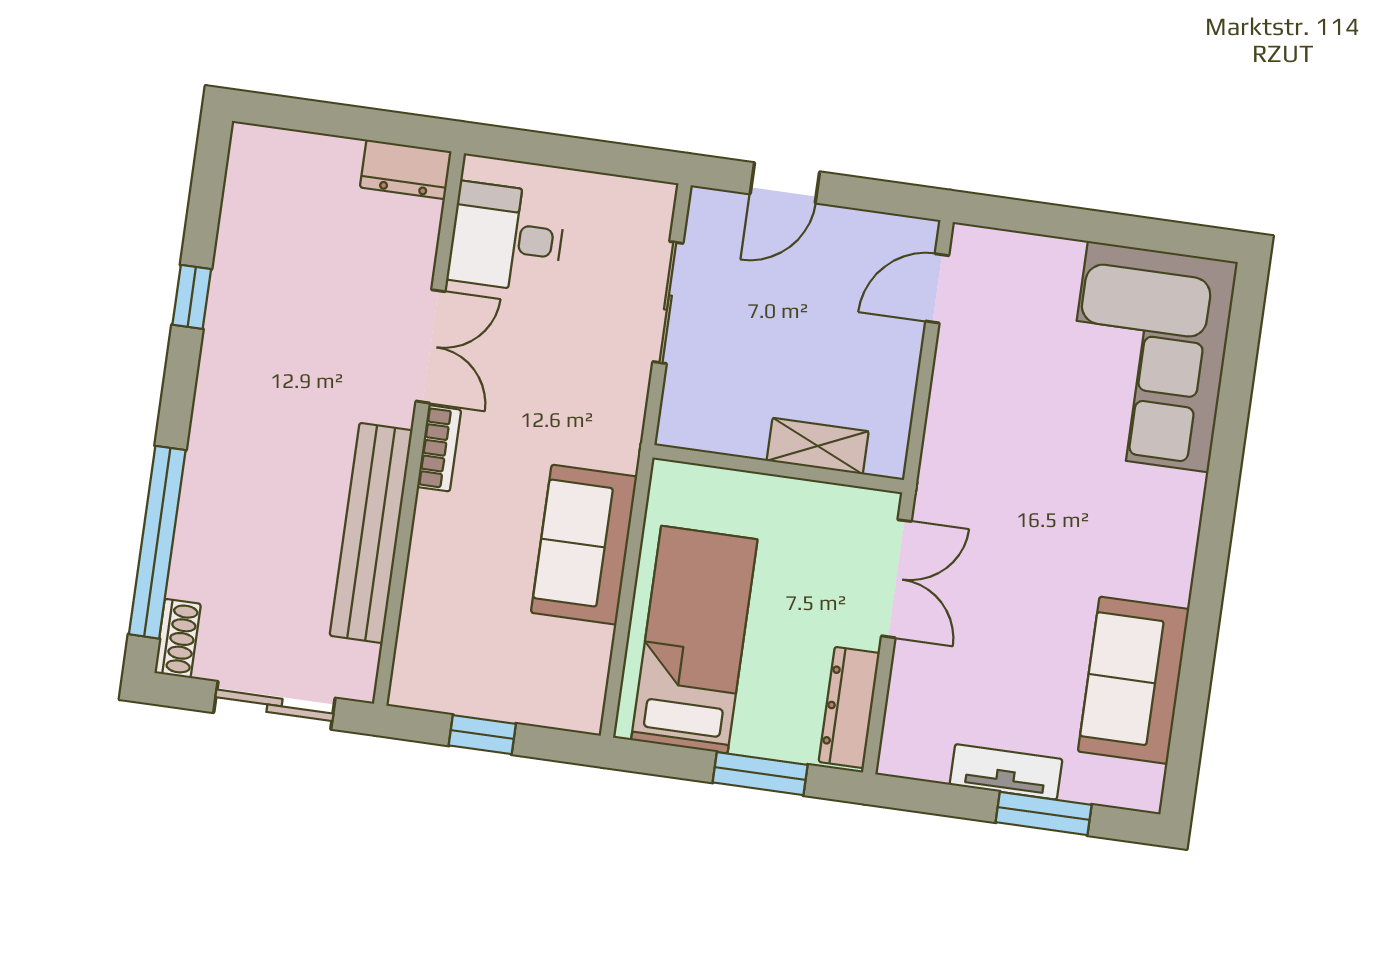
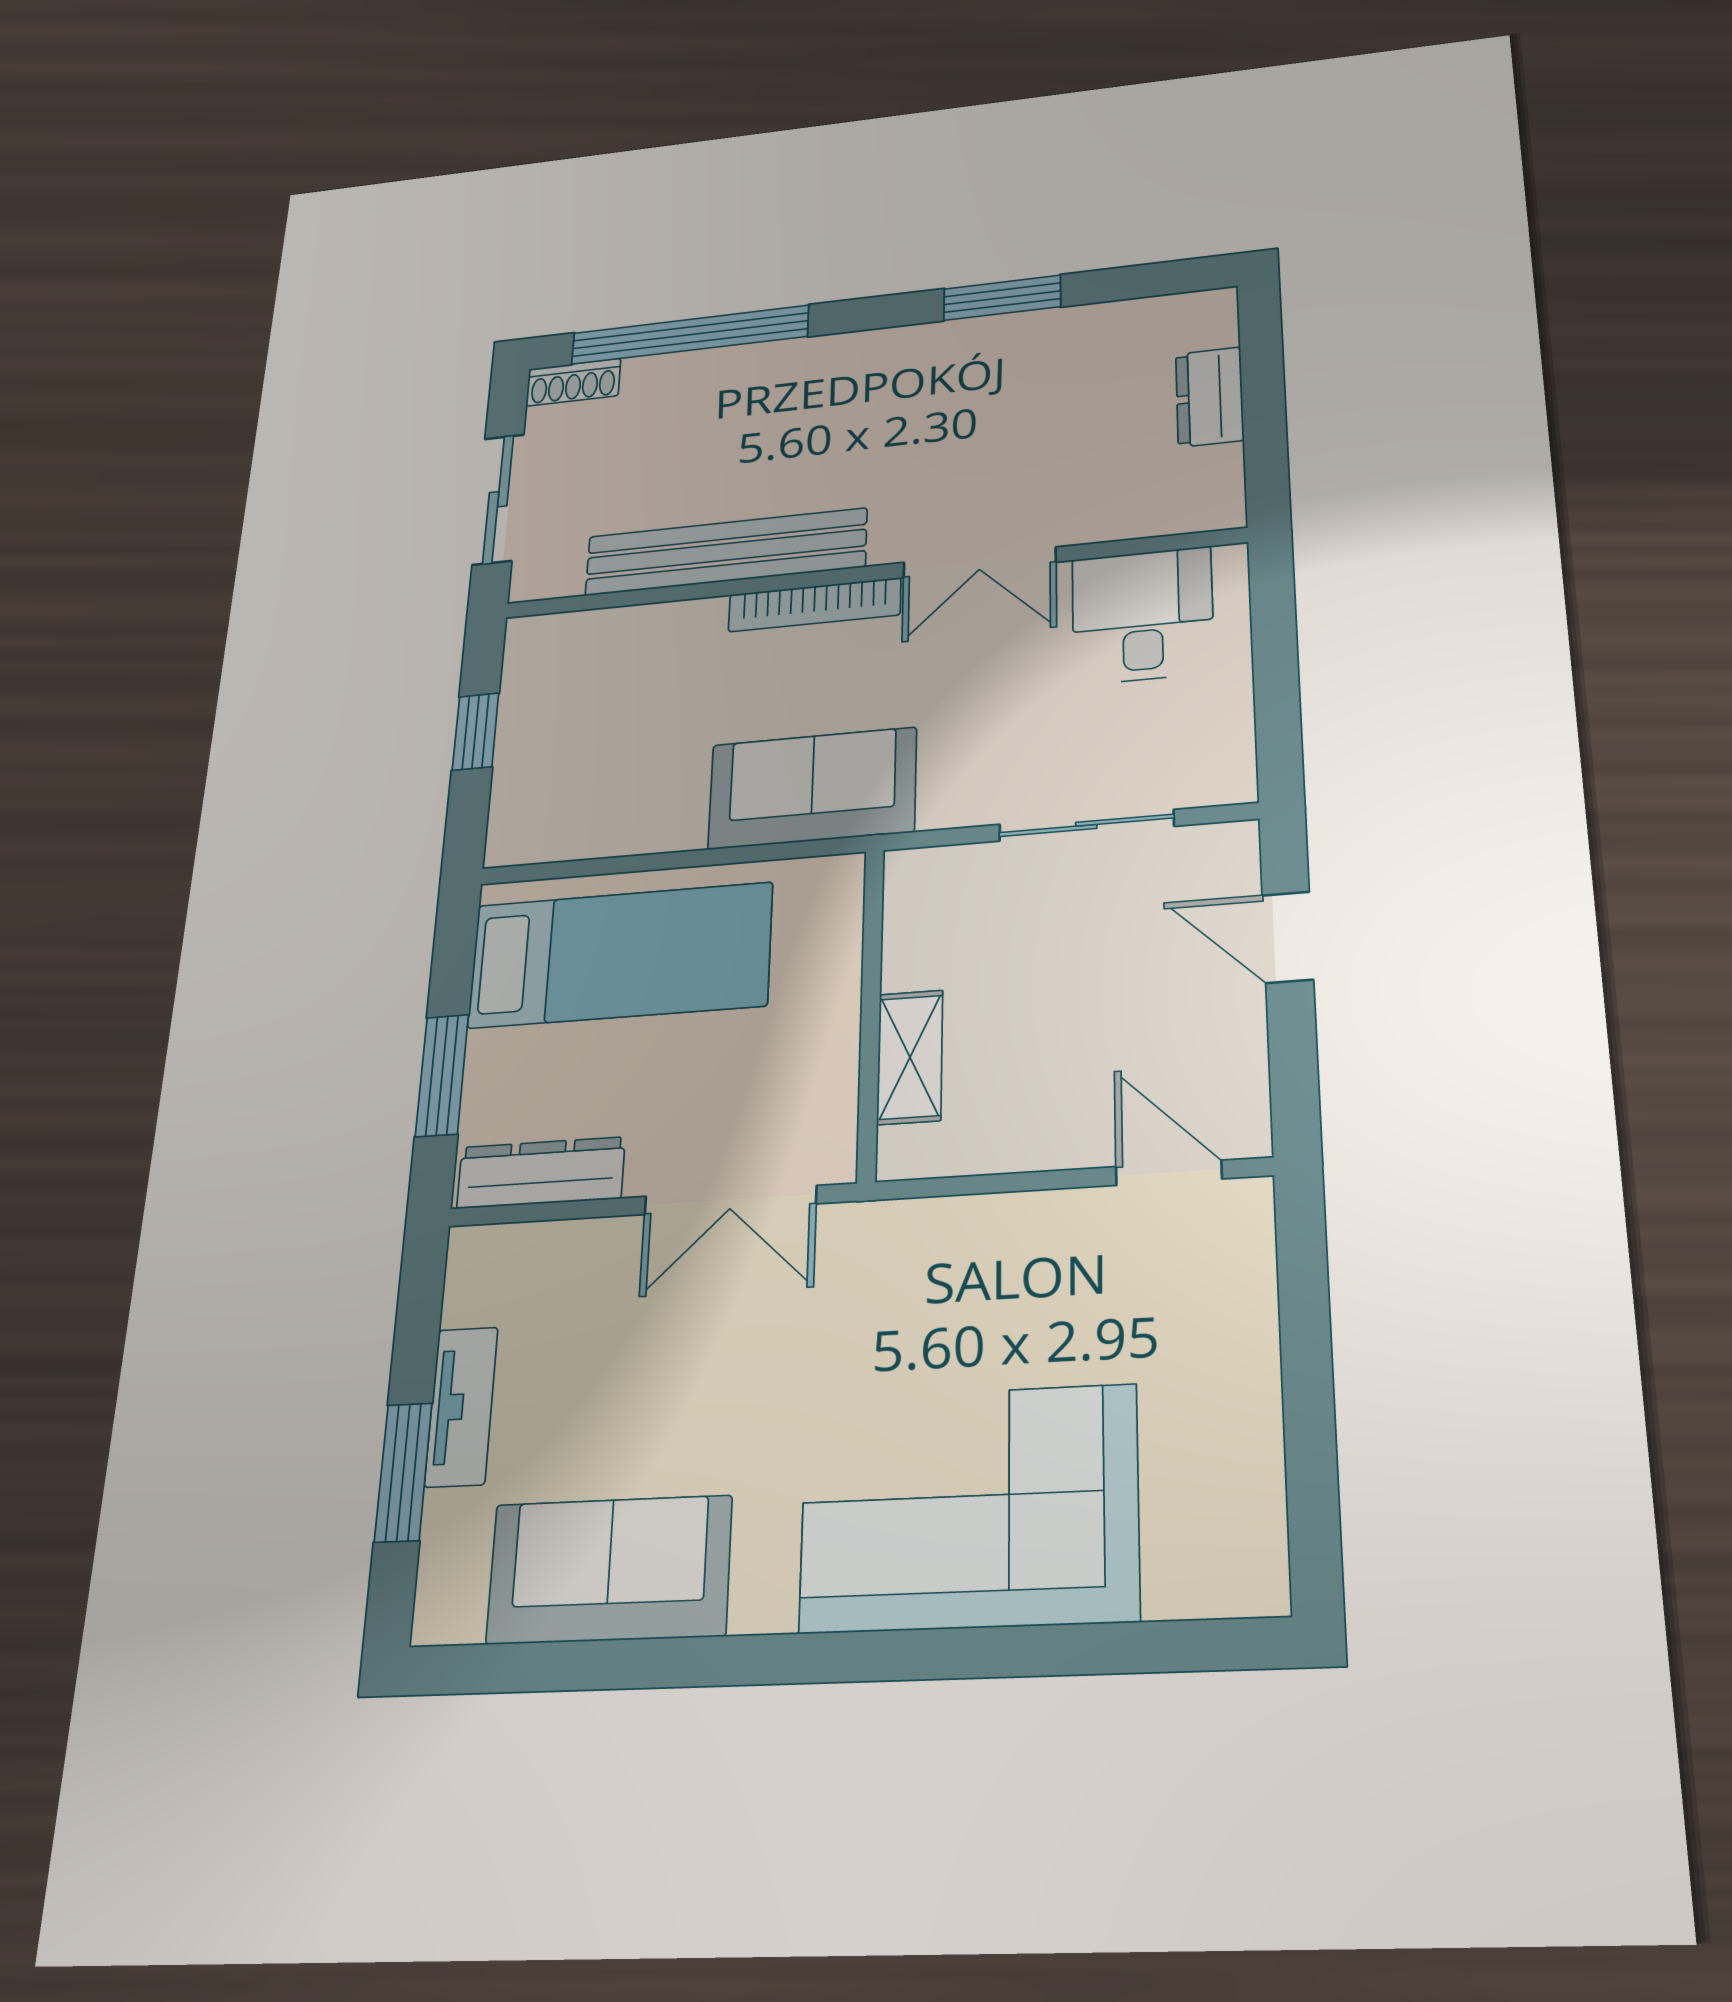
dresser: (406, 169) -> (1210, 397), moved
window: (192, 297) -> (1002, 298), width x1.50
corner sofa: (1148, 357) -> (969, 1508), moved
bookcase: (439, 448) -> (814, 605), width x1.56
sofa: (584, 545) -> (812, 788), moved

